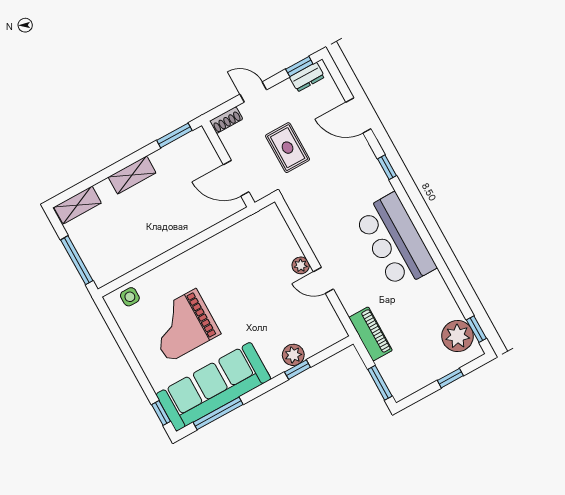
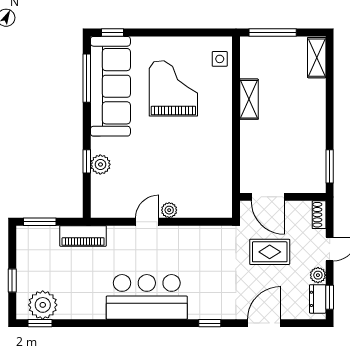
plant: (284, 89) -> (318, 275), added
shelving: (132, 175) -> (249, 99), moved
door: (236, 178) -> (268, 197), swing flipped

